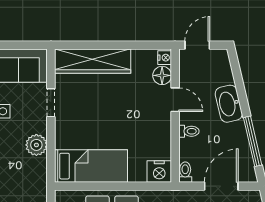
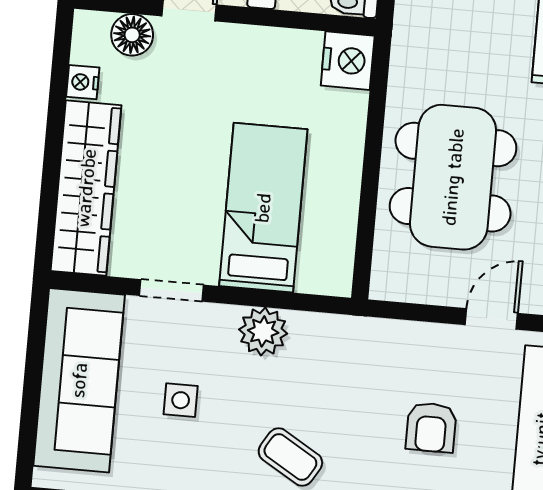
nightstand: (165, 58) -> (83, 82), moved, turned -90
bed: (91, 166) -> (263, 208), moved

